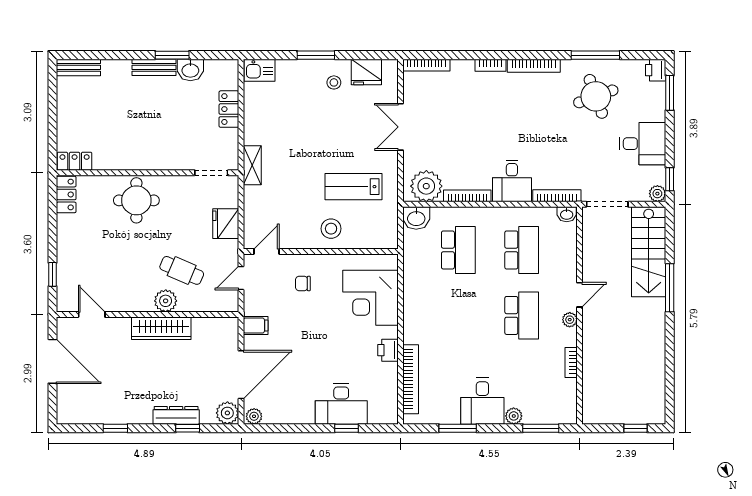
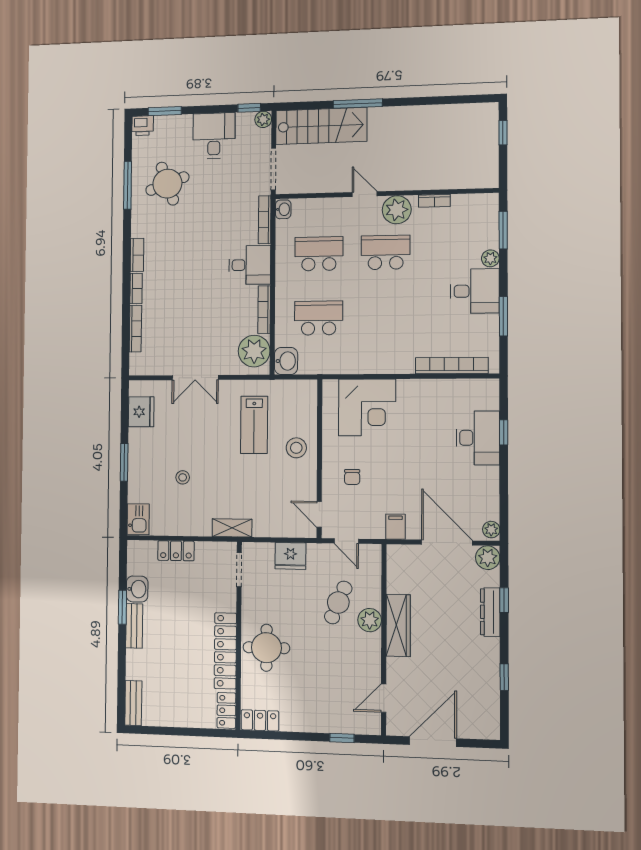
bookcase: (426, 65) -> (135, 329), moved
bookcase: (534, 66) -> (137, 255), width x0.64
stool: (334, 82) -> (183, 477), moved
locker: (132, 160) -> (225, 651), added
plant: (570, 320) -> (397, 210), width x1.88, depth x1.88
printer: (388, 350) -> (421, 389), removed

